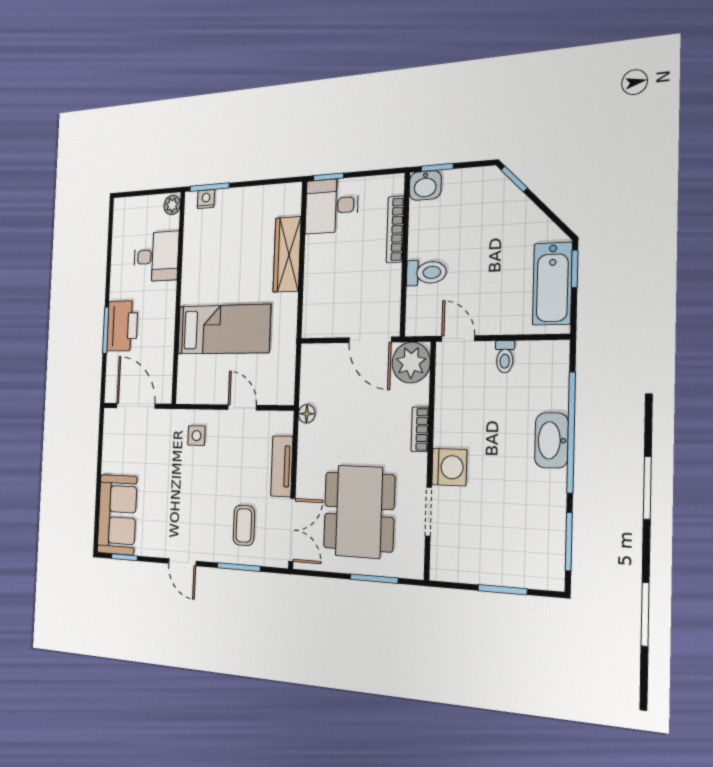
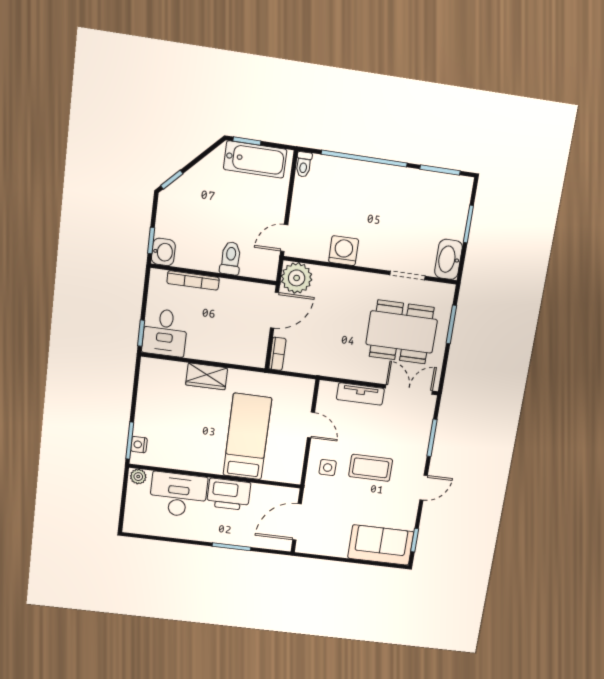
wardrobe: (287, 254) -> (207, 376), width x0.67
desk: (156, 256) -> (178, 495), width x1.37
printer: (122, 326) -> (229, 494), moved, turned 180
toilet: (505, 357) -> (304, 164), moved, turned 90
door: (242, 407) -> (311, 425), swing flipped
floor lamp: (307, 414) -> (323, 369), removed
bookcase: (420, 429) -> (277, 354), moved, turned -90
washbasin: (551, 440) -> (448, 259), moved, turned 90
washing machine: (449, 467) -> (344, 251), moved
coffee table: (244, 525) -> (371, 468), moved, width x1.36, depth x1.30

